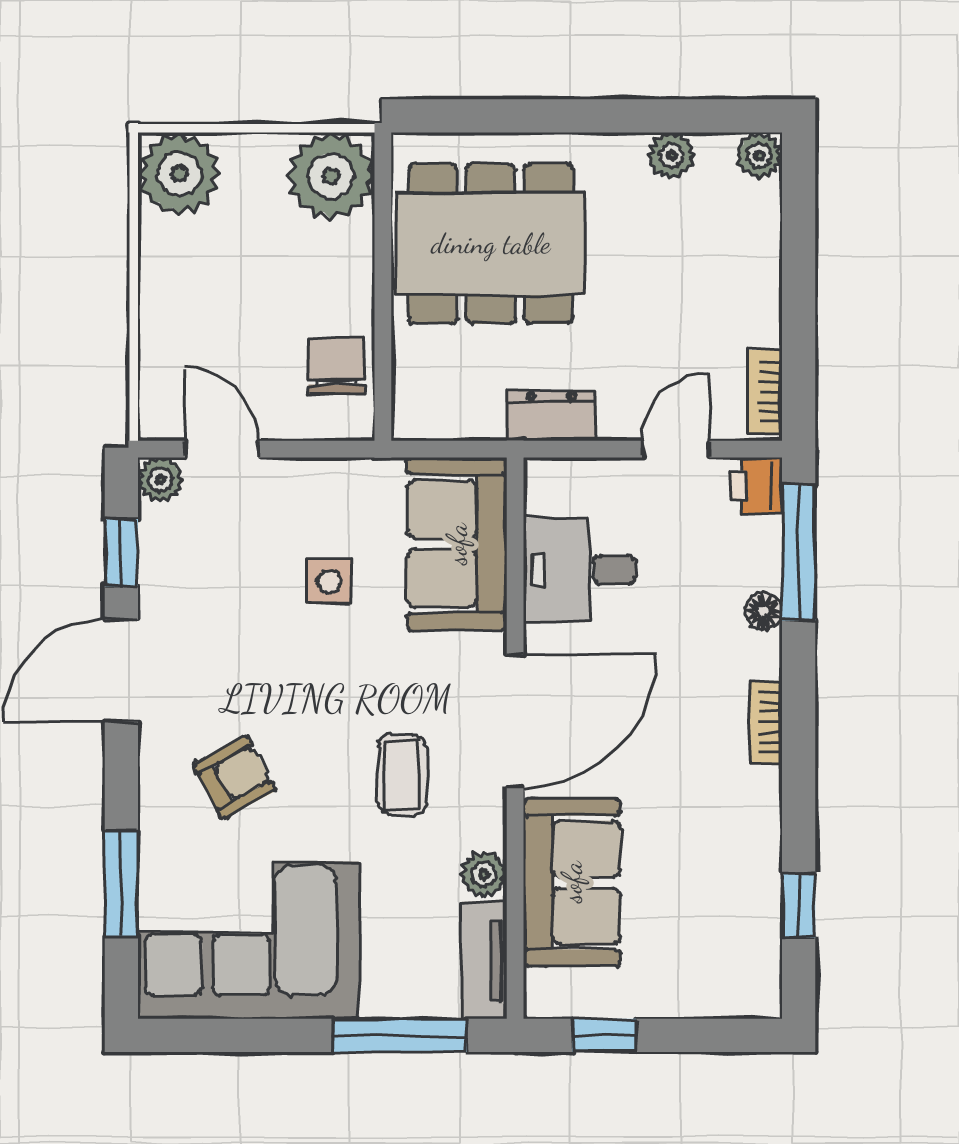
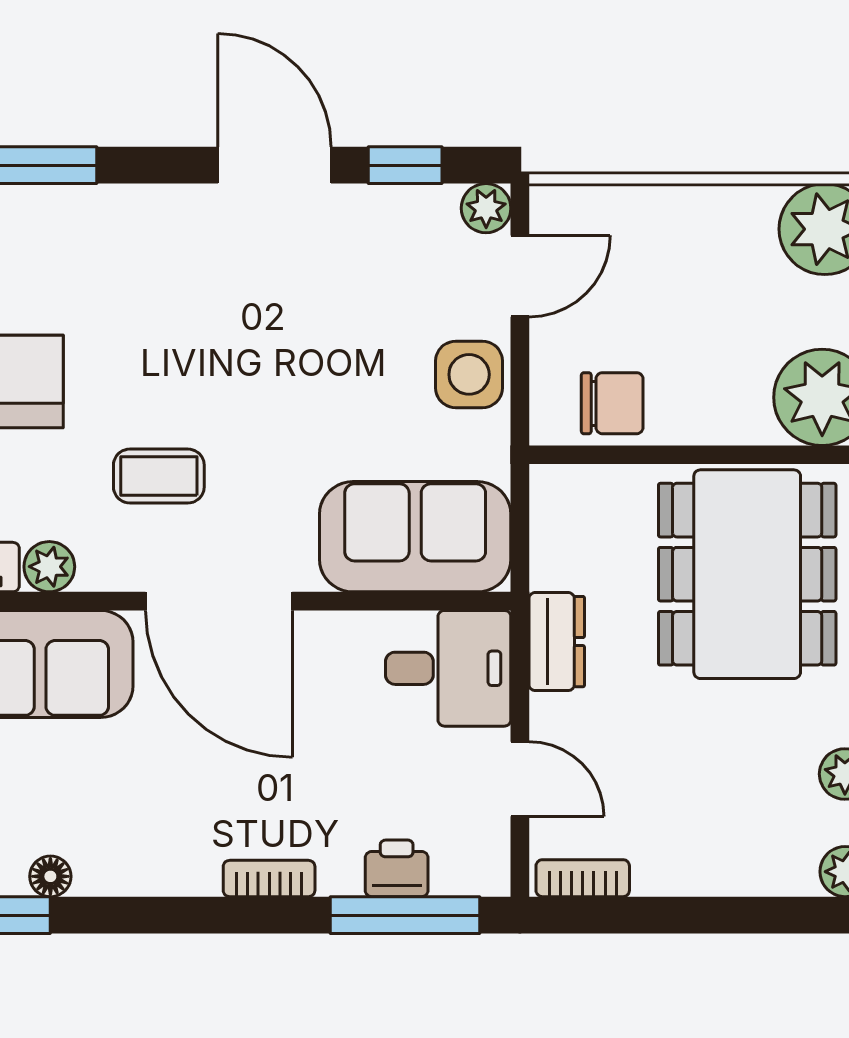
printer: (756, 486) -> (397, 868), moved
desk: (580, 570) -> (448, 668), moved, turned 90
side table: (329, 581) -> (469, 374), moved, width x1.37, depth x1.37
floor lamp: (764, 611) -> (50, 876), moved
bookcase: (766, 722) -> (269, 879), moved
armchair: (234, 777) -> (156, 290), removed

